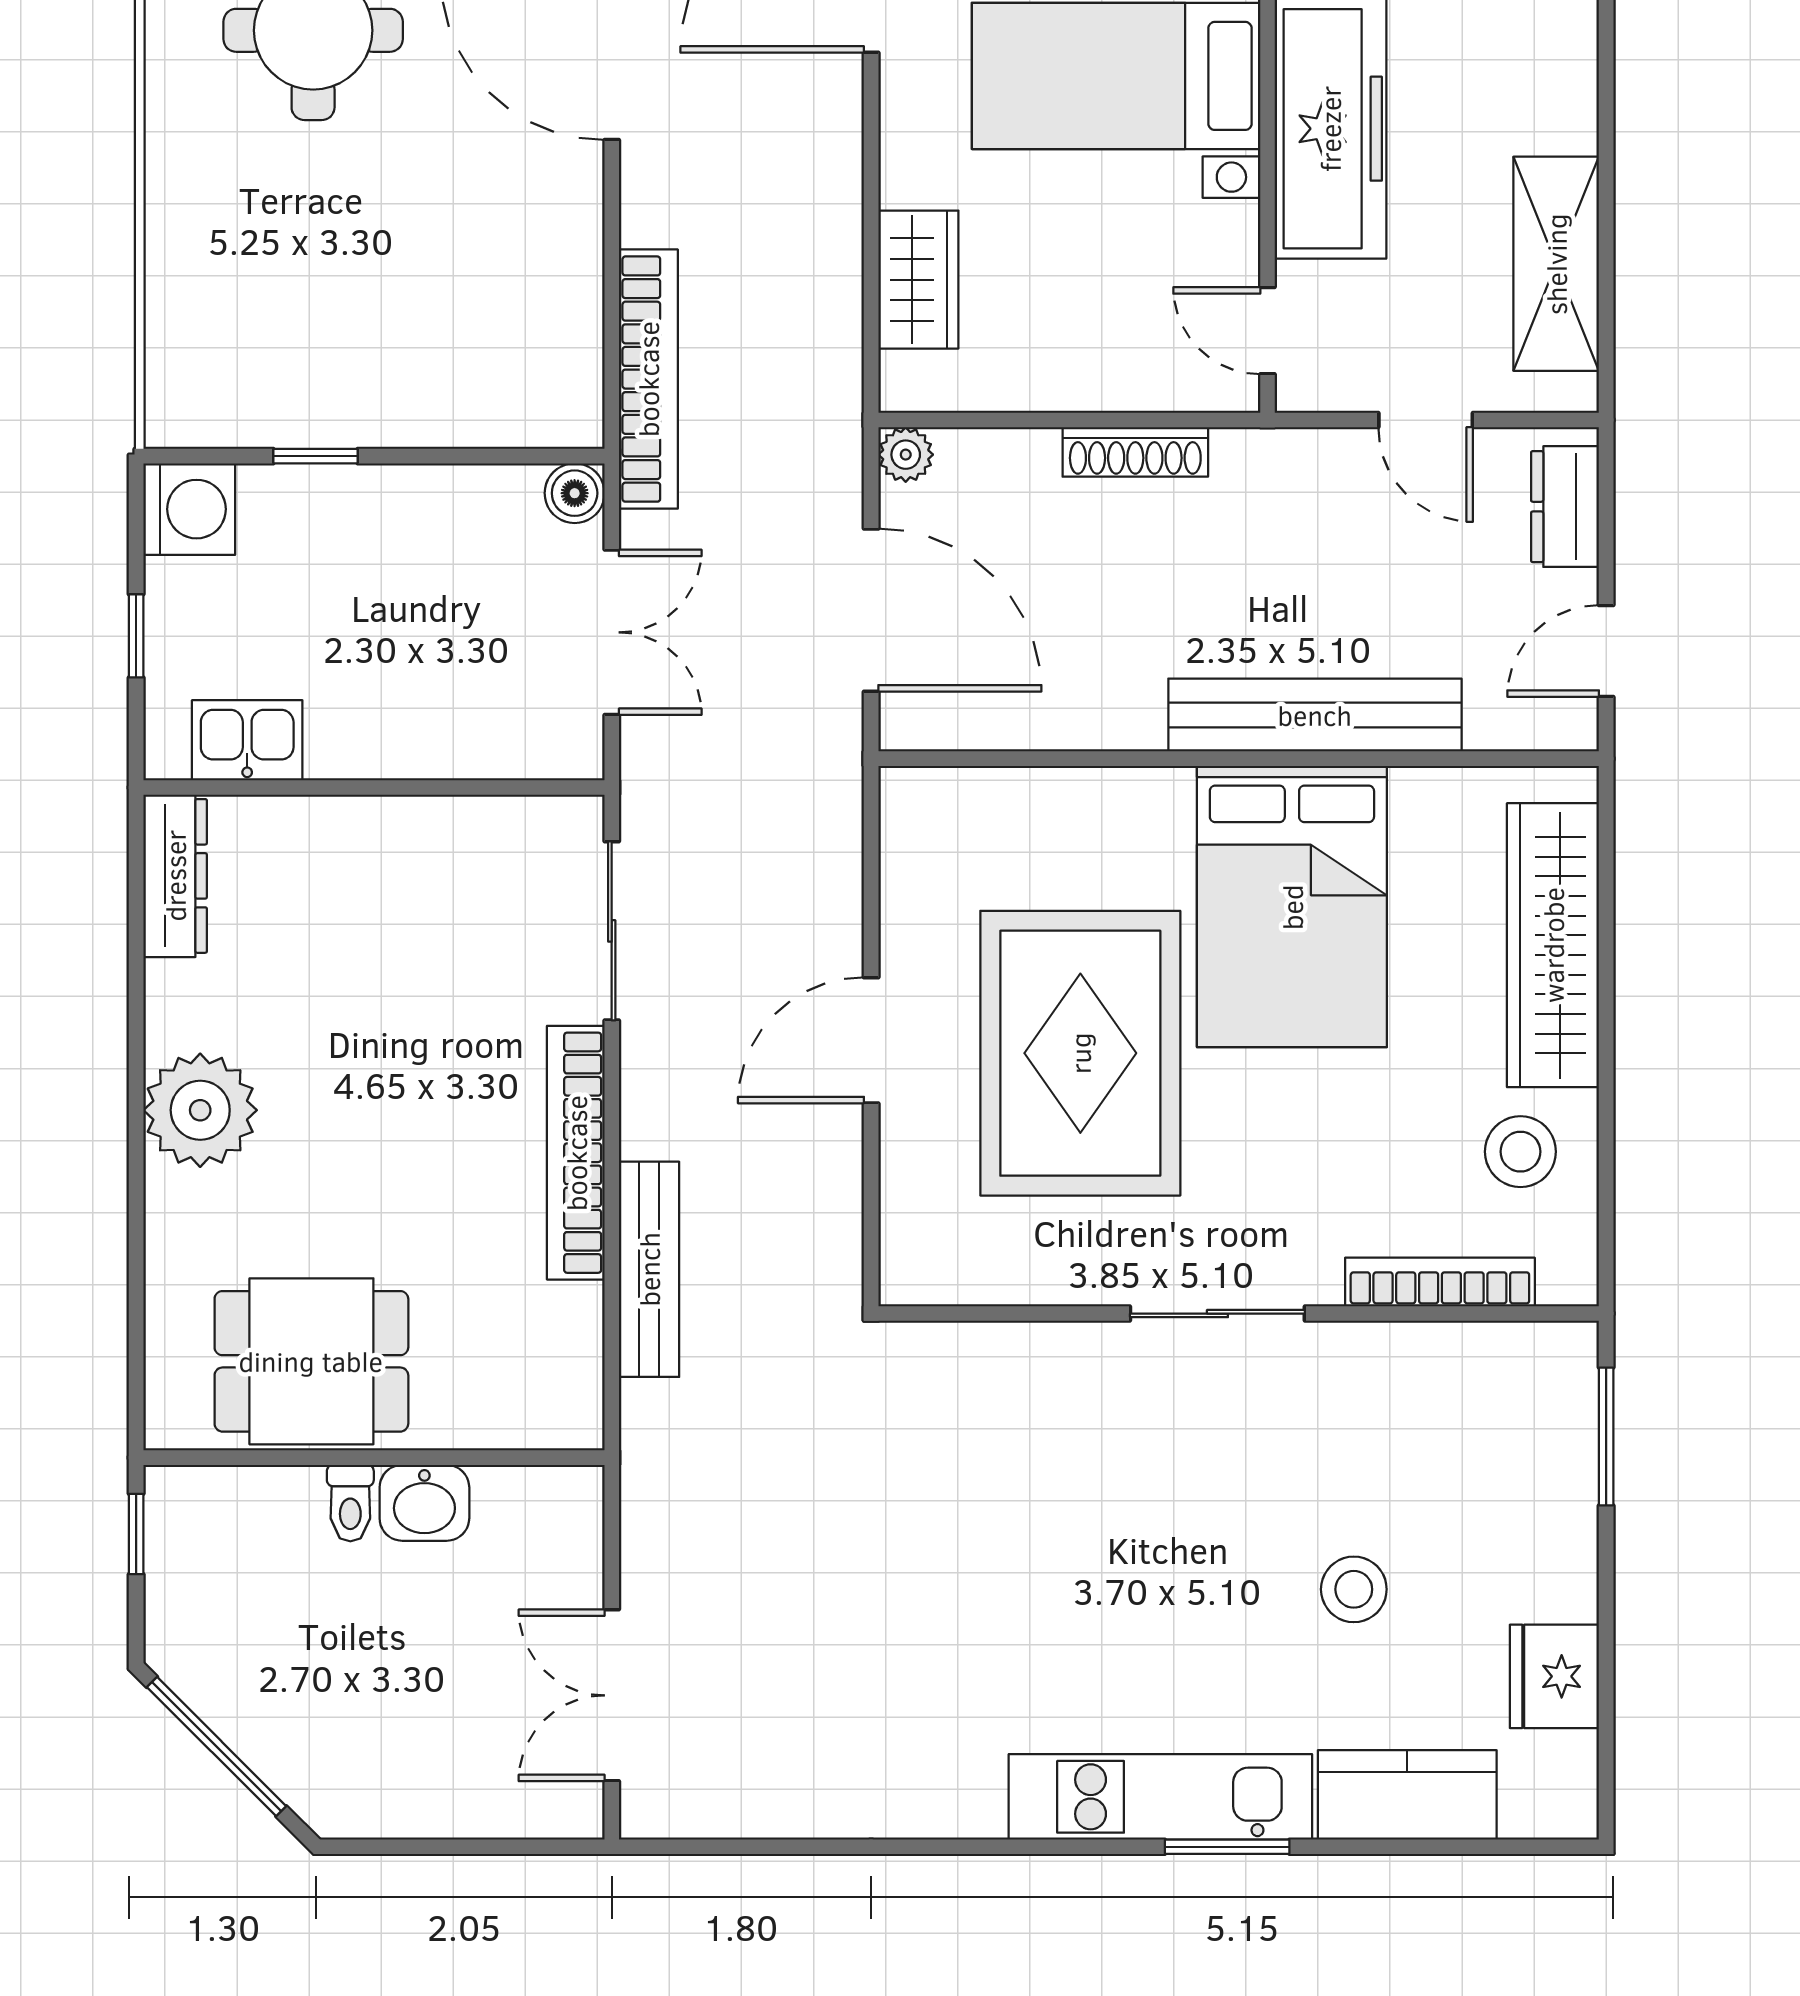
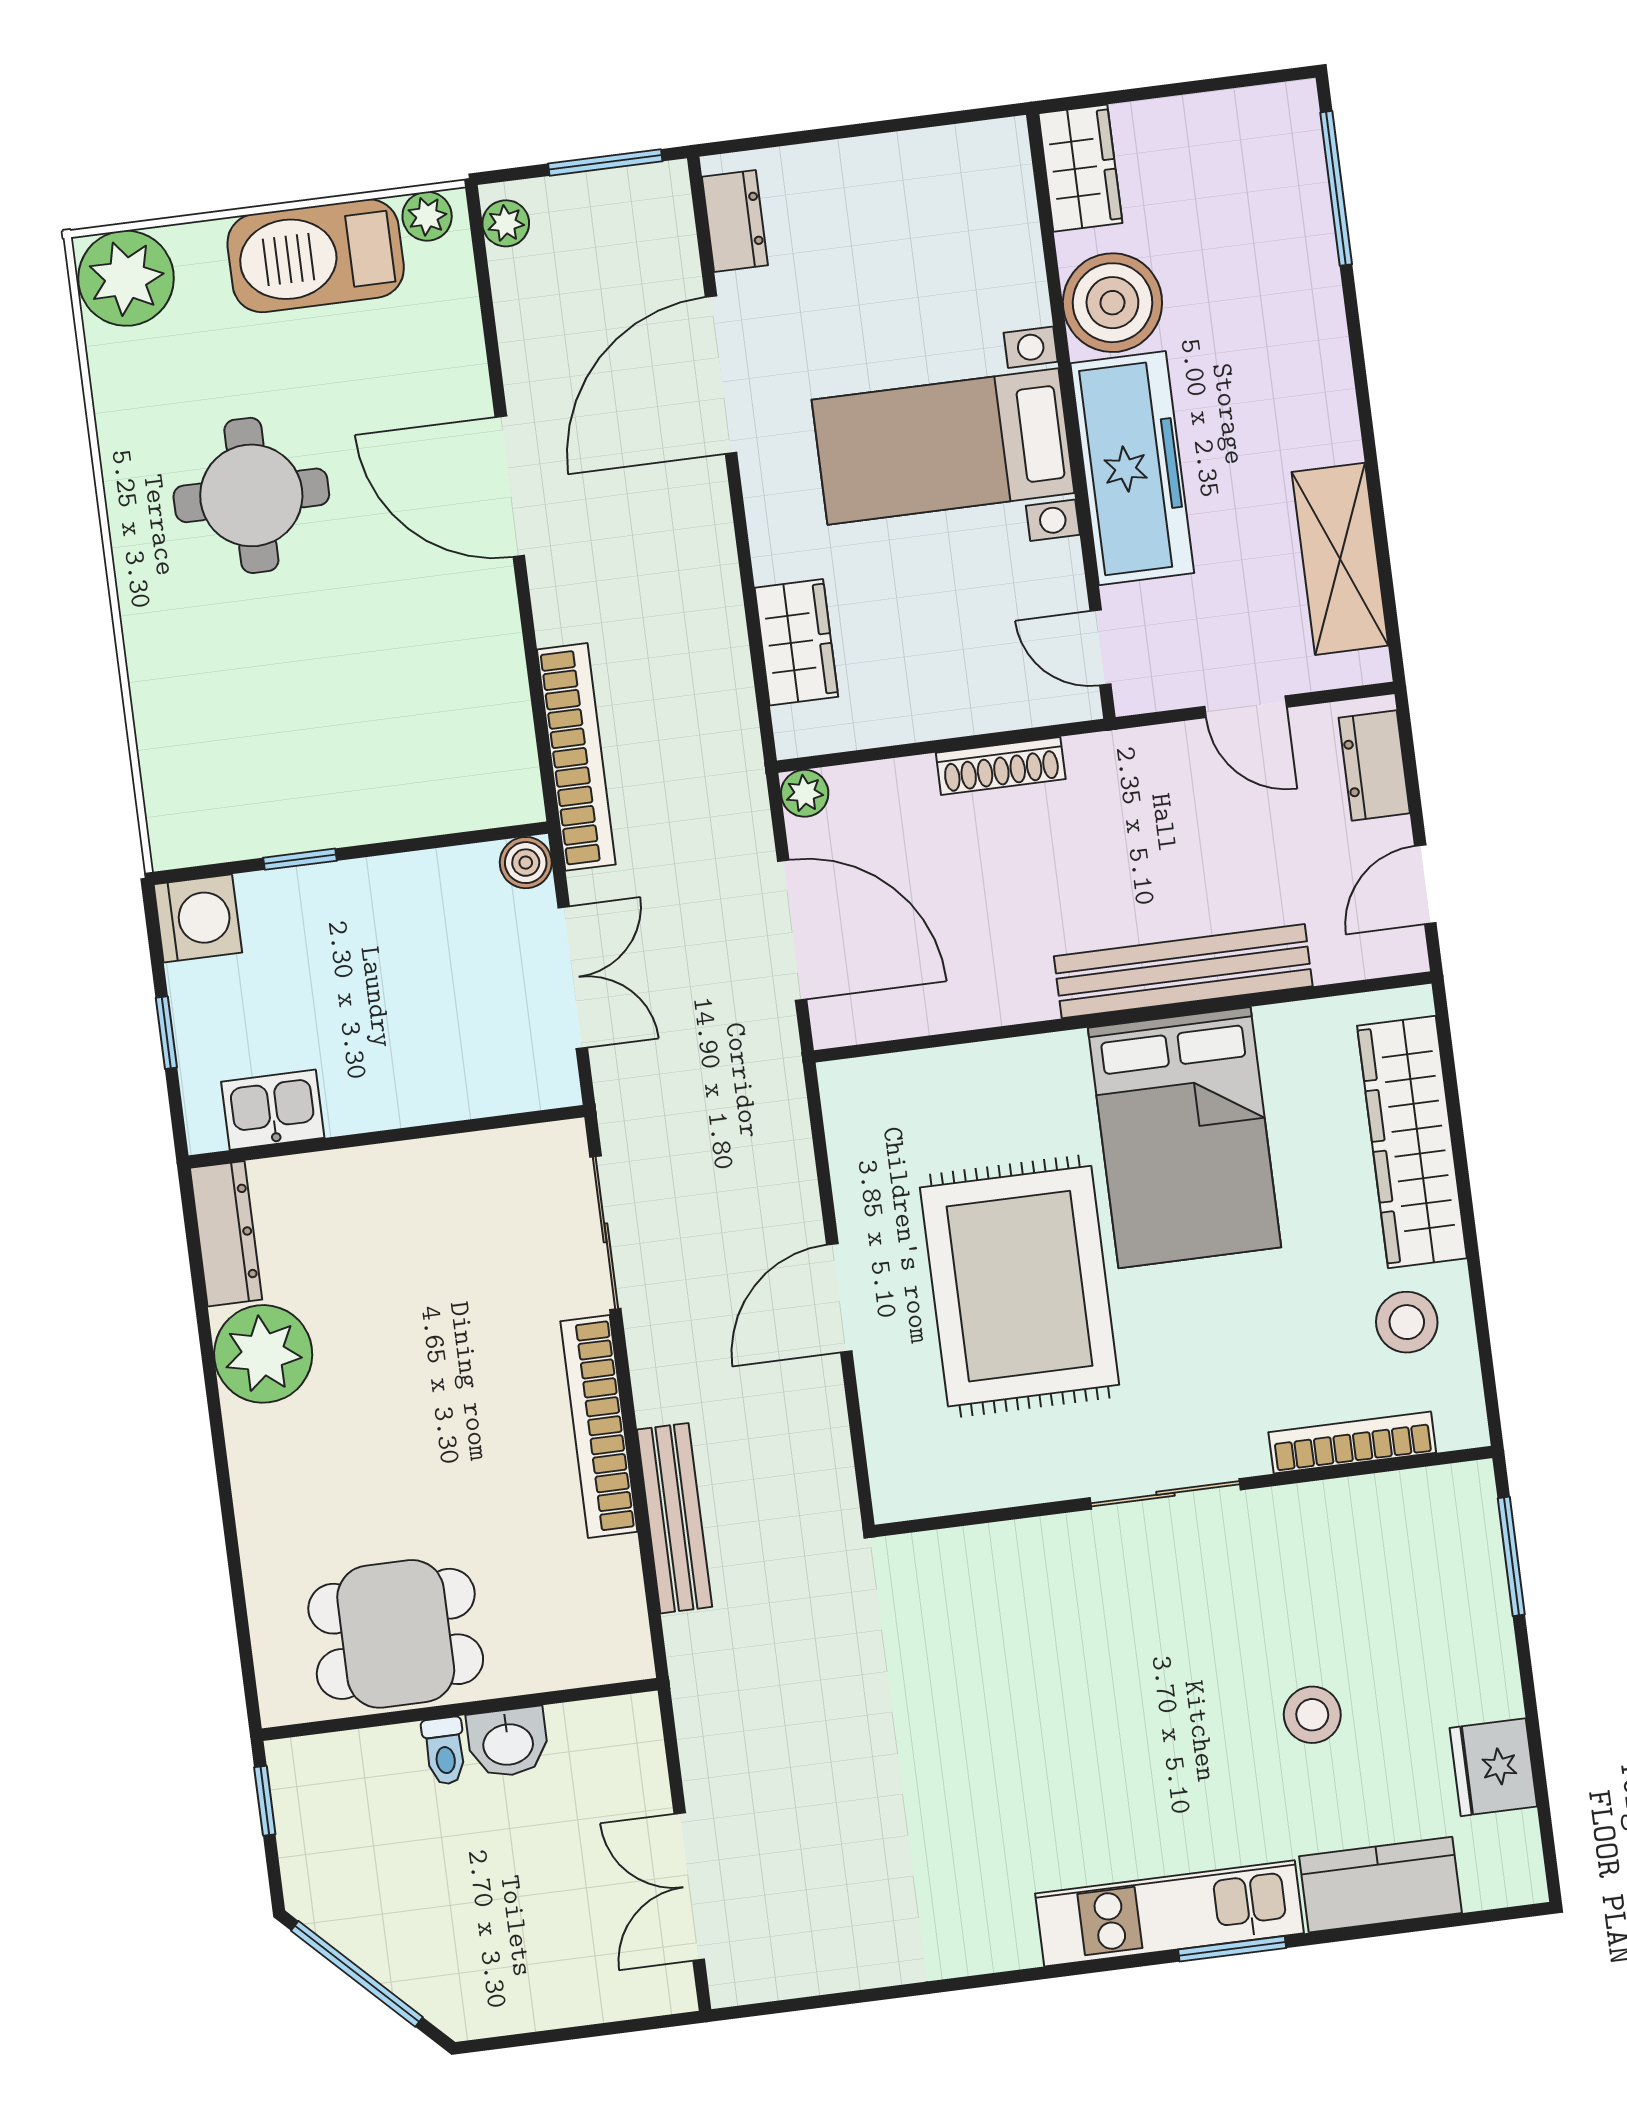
plant: (200, 1110) -> (263, 1354), moved

